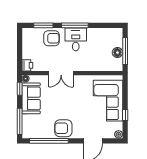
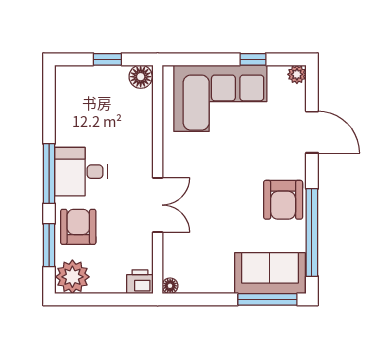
plant: (30, 36) -> (72, 277), added
window: (125, 51) -> (107, 59), width x0.46
floor lamp: (117, 53) -> (141, 77), moved
window: (20, 89) -> (193, 299), removed
sofa: (31, 98) -> (270, 273), moved

